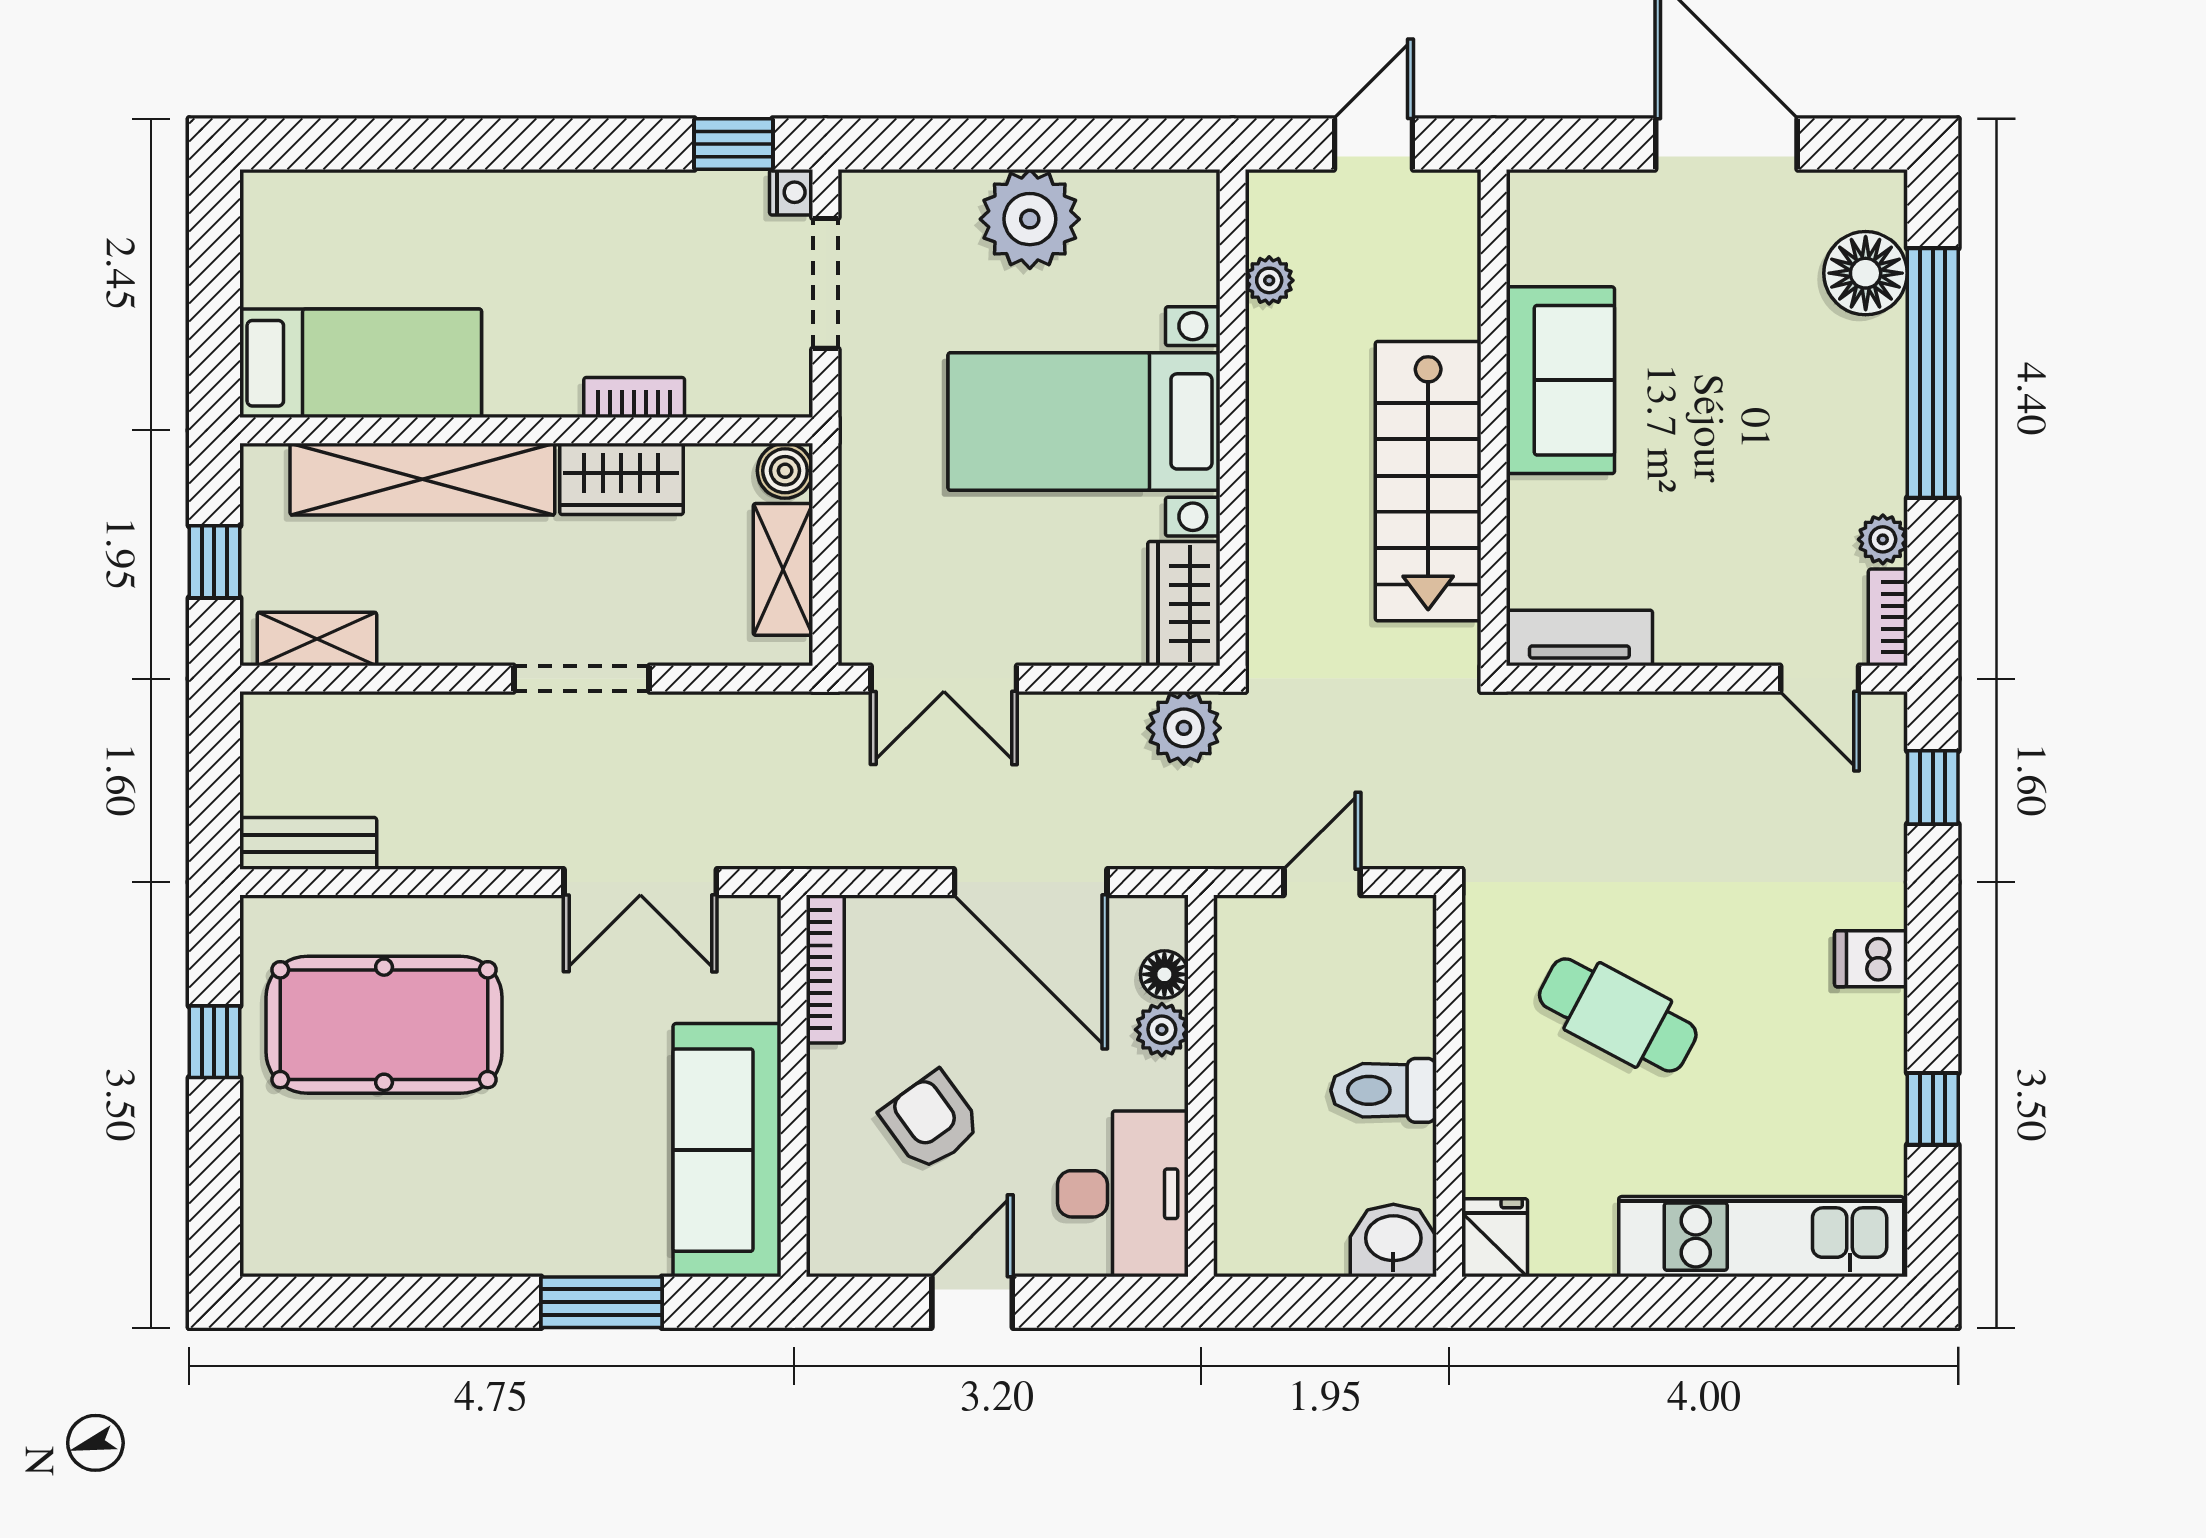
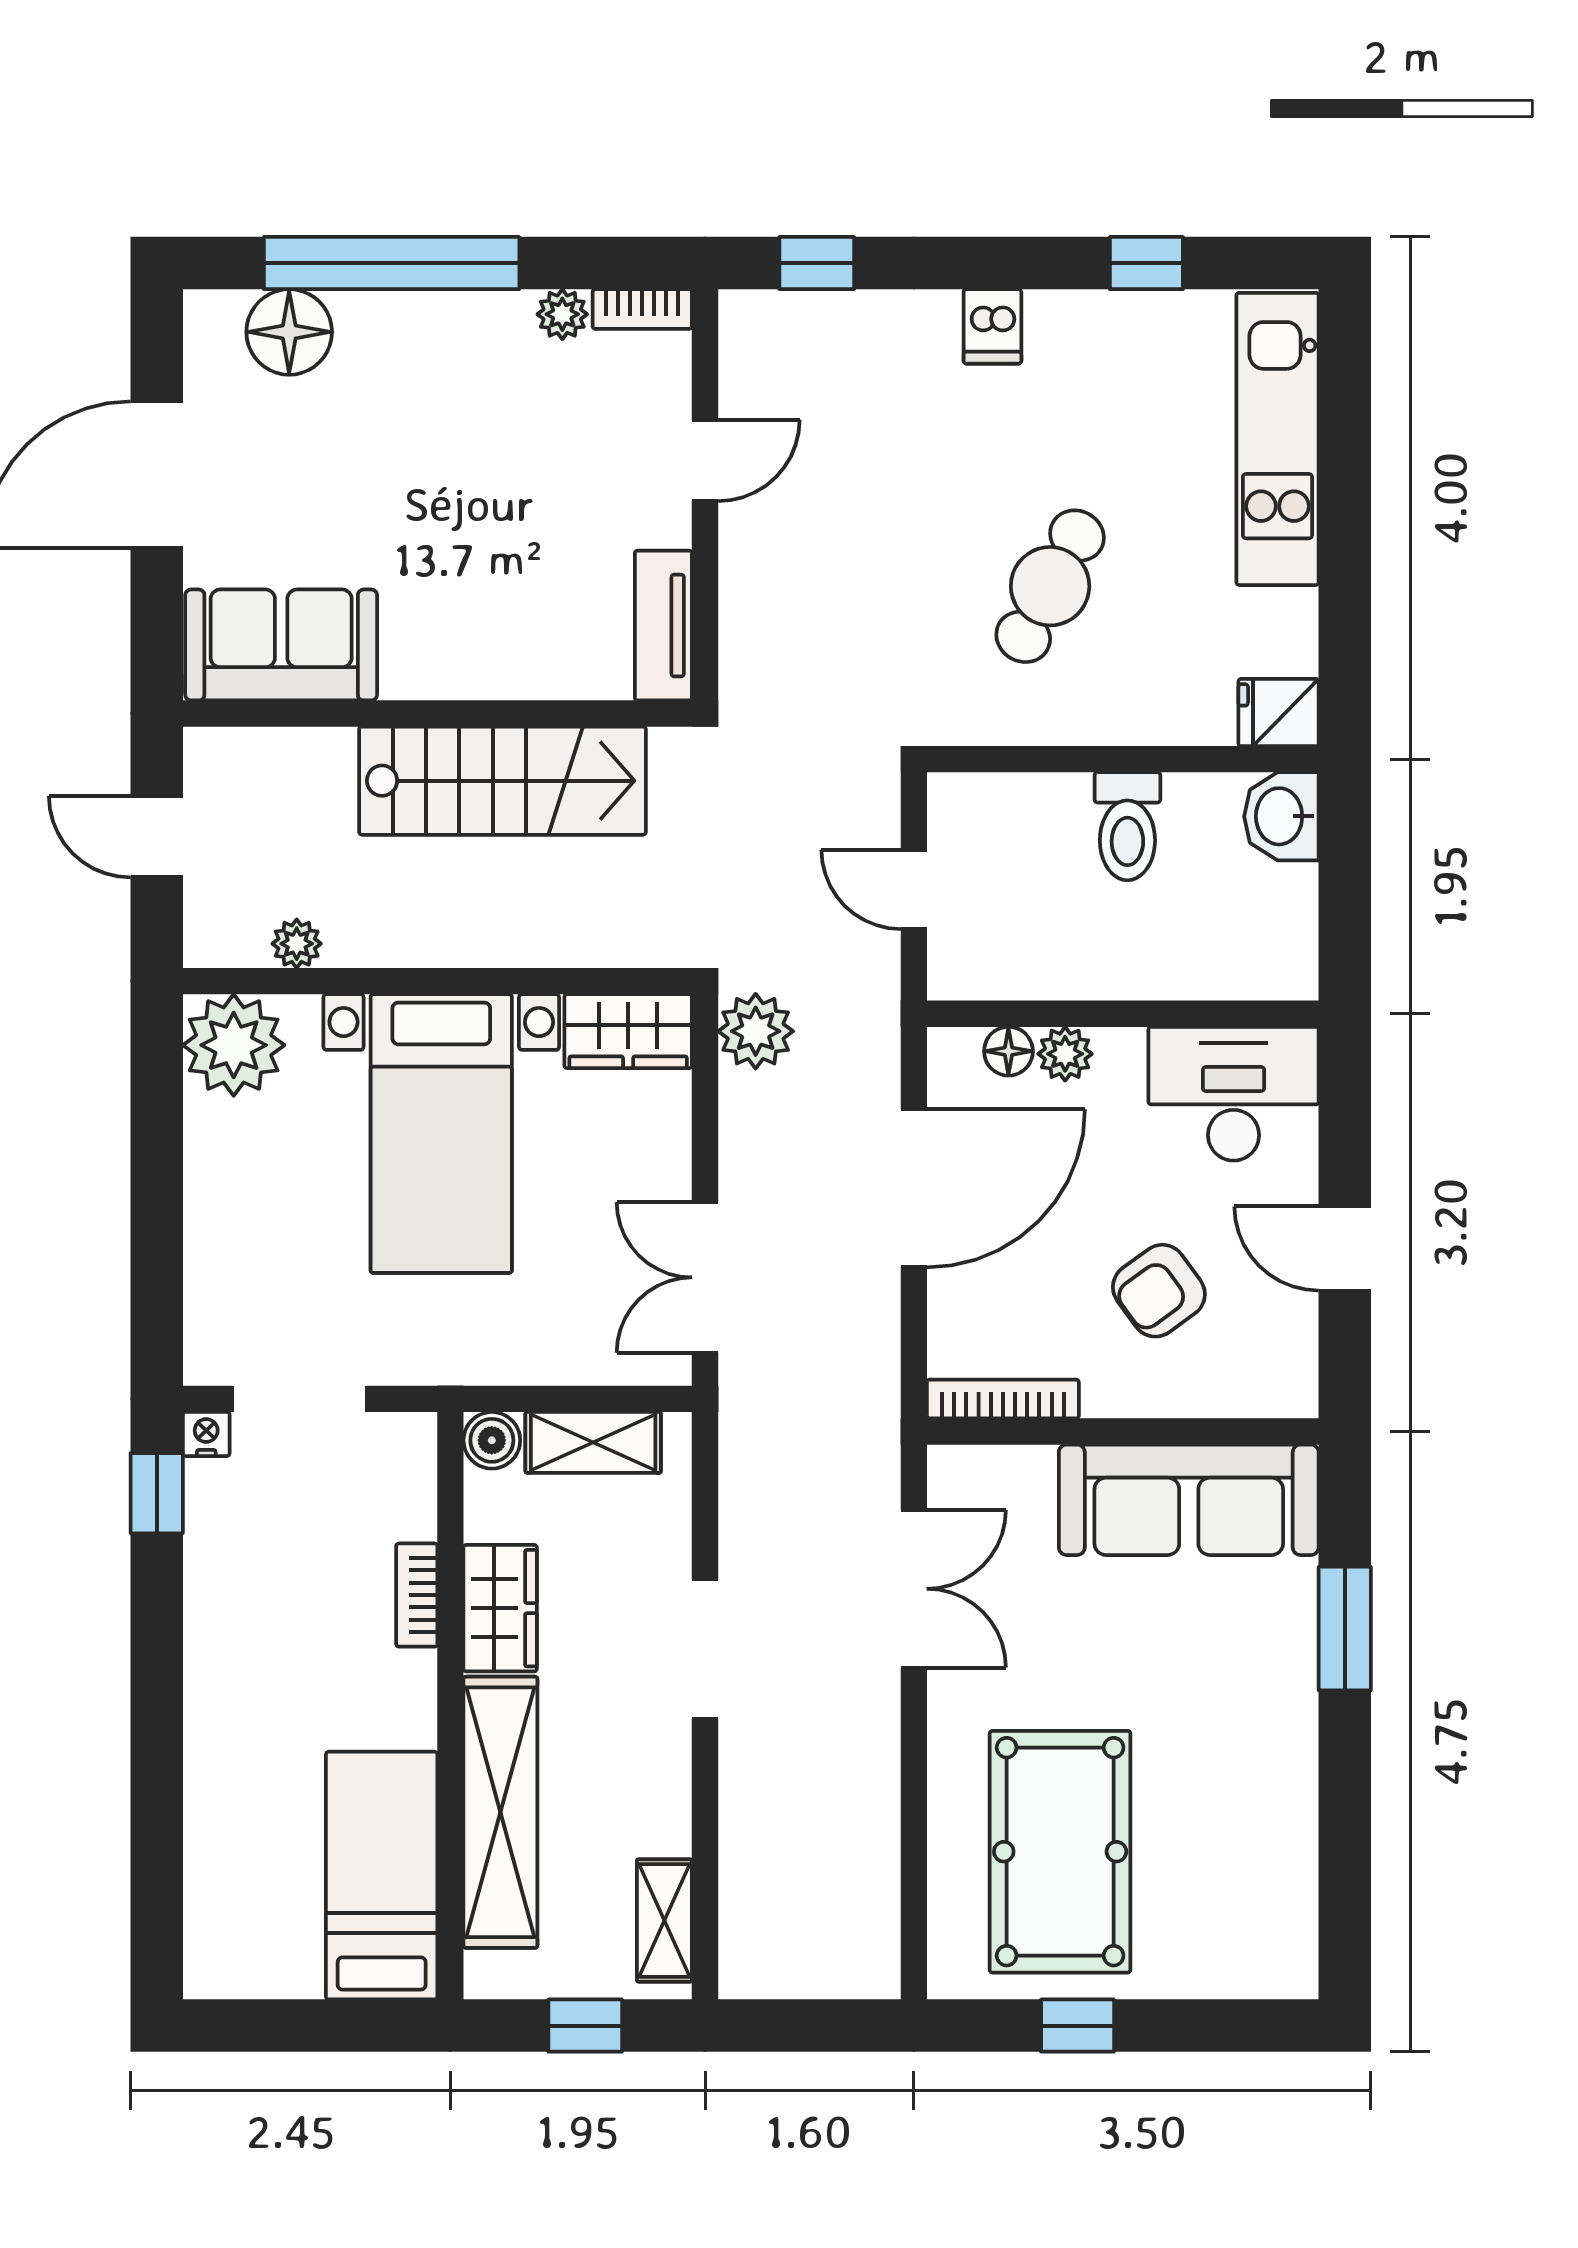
plant: (1030, 219) -> (234, 1045), moved
sofa: (1560, 380) -> (281, 645), moved
double door: (944, 679) -> (705, 1277), swing flipped
door: (1820, 679) -> (705, 460), moved
bench: (308, 843) -> (874, 1929), removed

